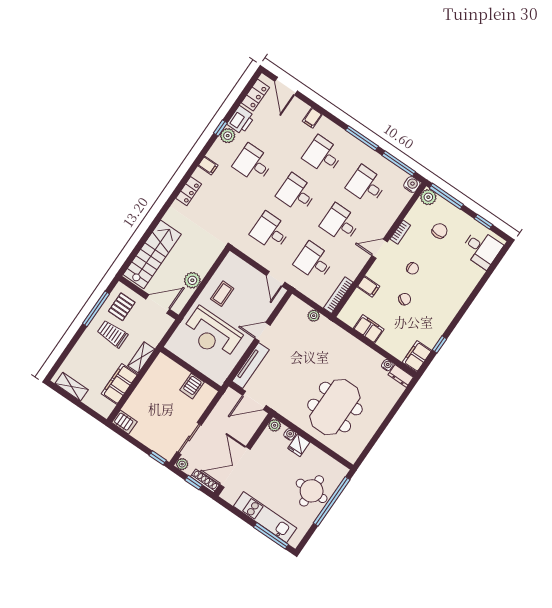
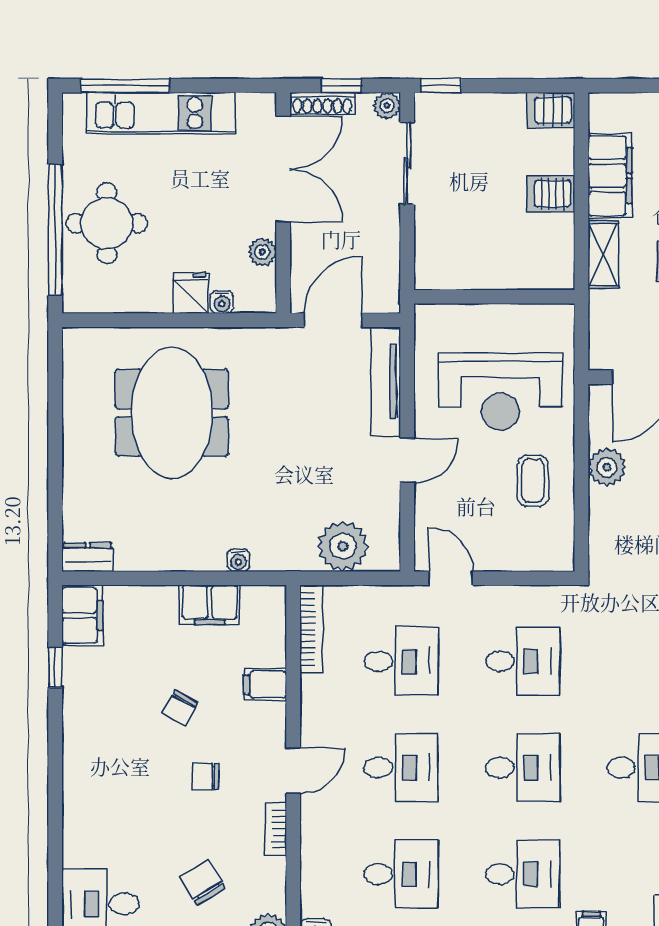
chair: (440, 231) -> (203, 883), turned 149
plant: (314, 316) -> (343, 546), width x1.87, depth x1.87
reception desk: (212, 334) -> (500, 391), turned 180
water cooler: (387, 365) -> (238, 560), moved
server rack: (192, 386) -> (551, 194), moved, turned -90
plant: (275, 425) -> (262, 252), moved

